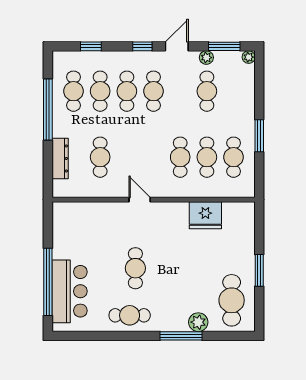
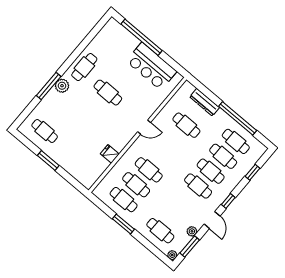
cafe table: (207, 91) -> (160, 231), moved
fridge: (205, 215) -> (110, 154), width x0.53, depth x0.75
bar counter: (70, 291) -> (151, 66), moved
cafe table: (232, 300) -> (45, 131), width x0.73, depth x0.74
plant: (198, 322) -> (62, 86), moved

